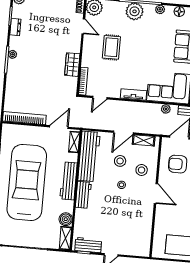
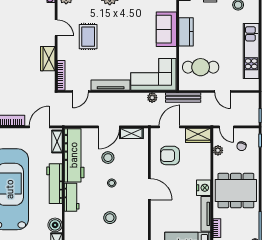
door: (83, 26) -> (56, 28), moved
tv unit: (133, 94) -> (111, 85), width x1.41
stool: (142, 170) -> (110, 218), moved

